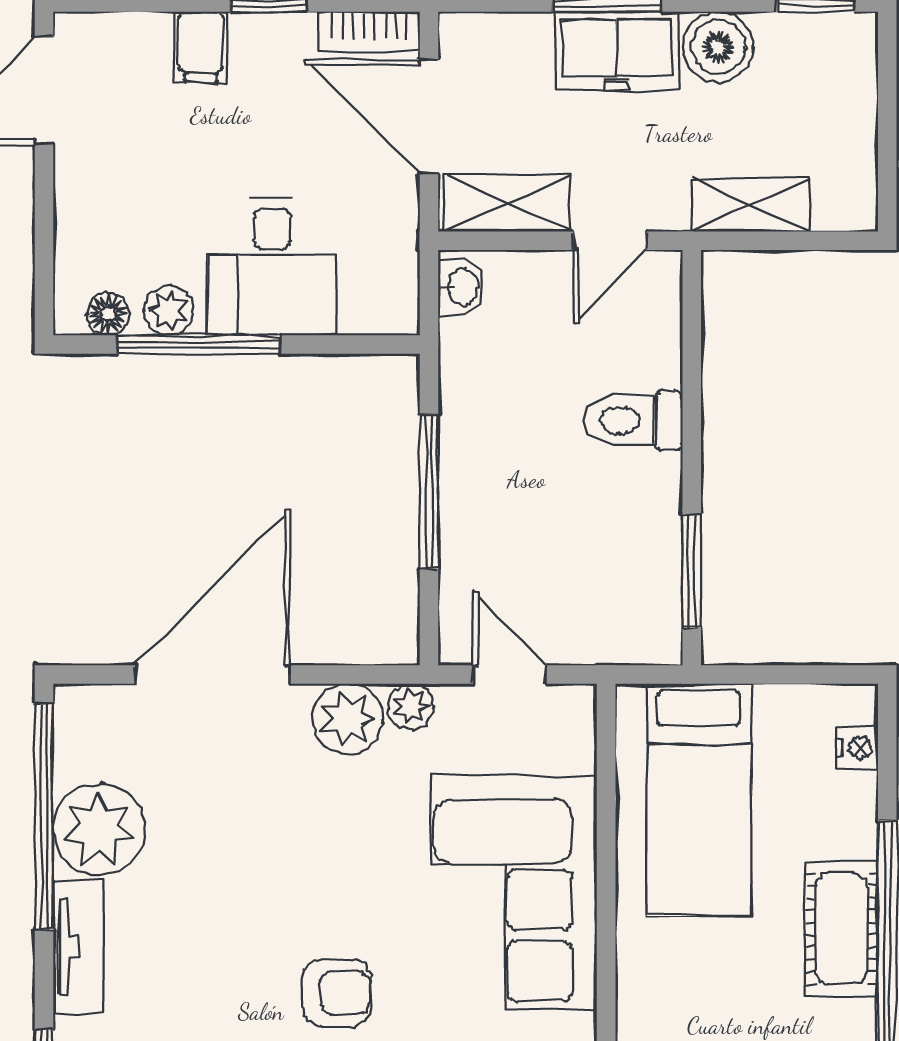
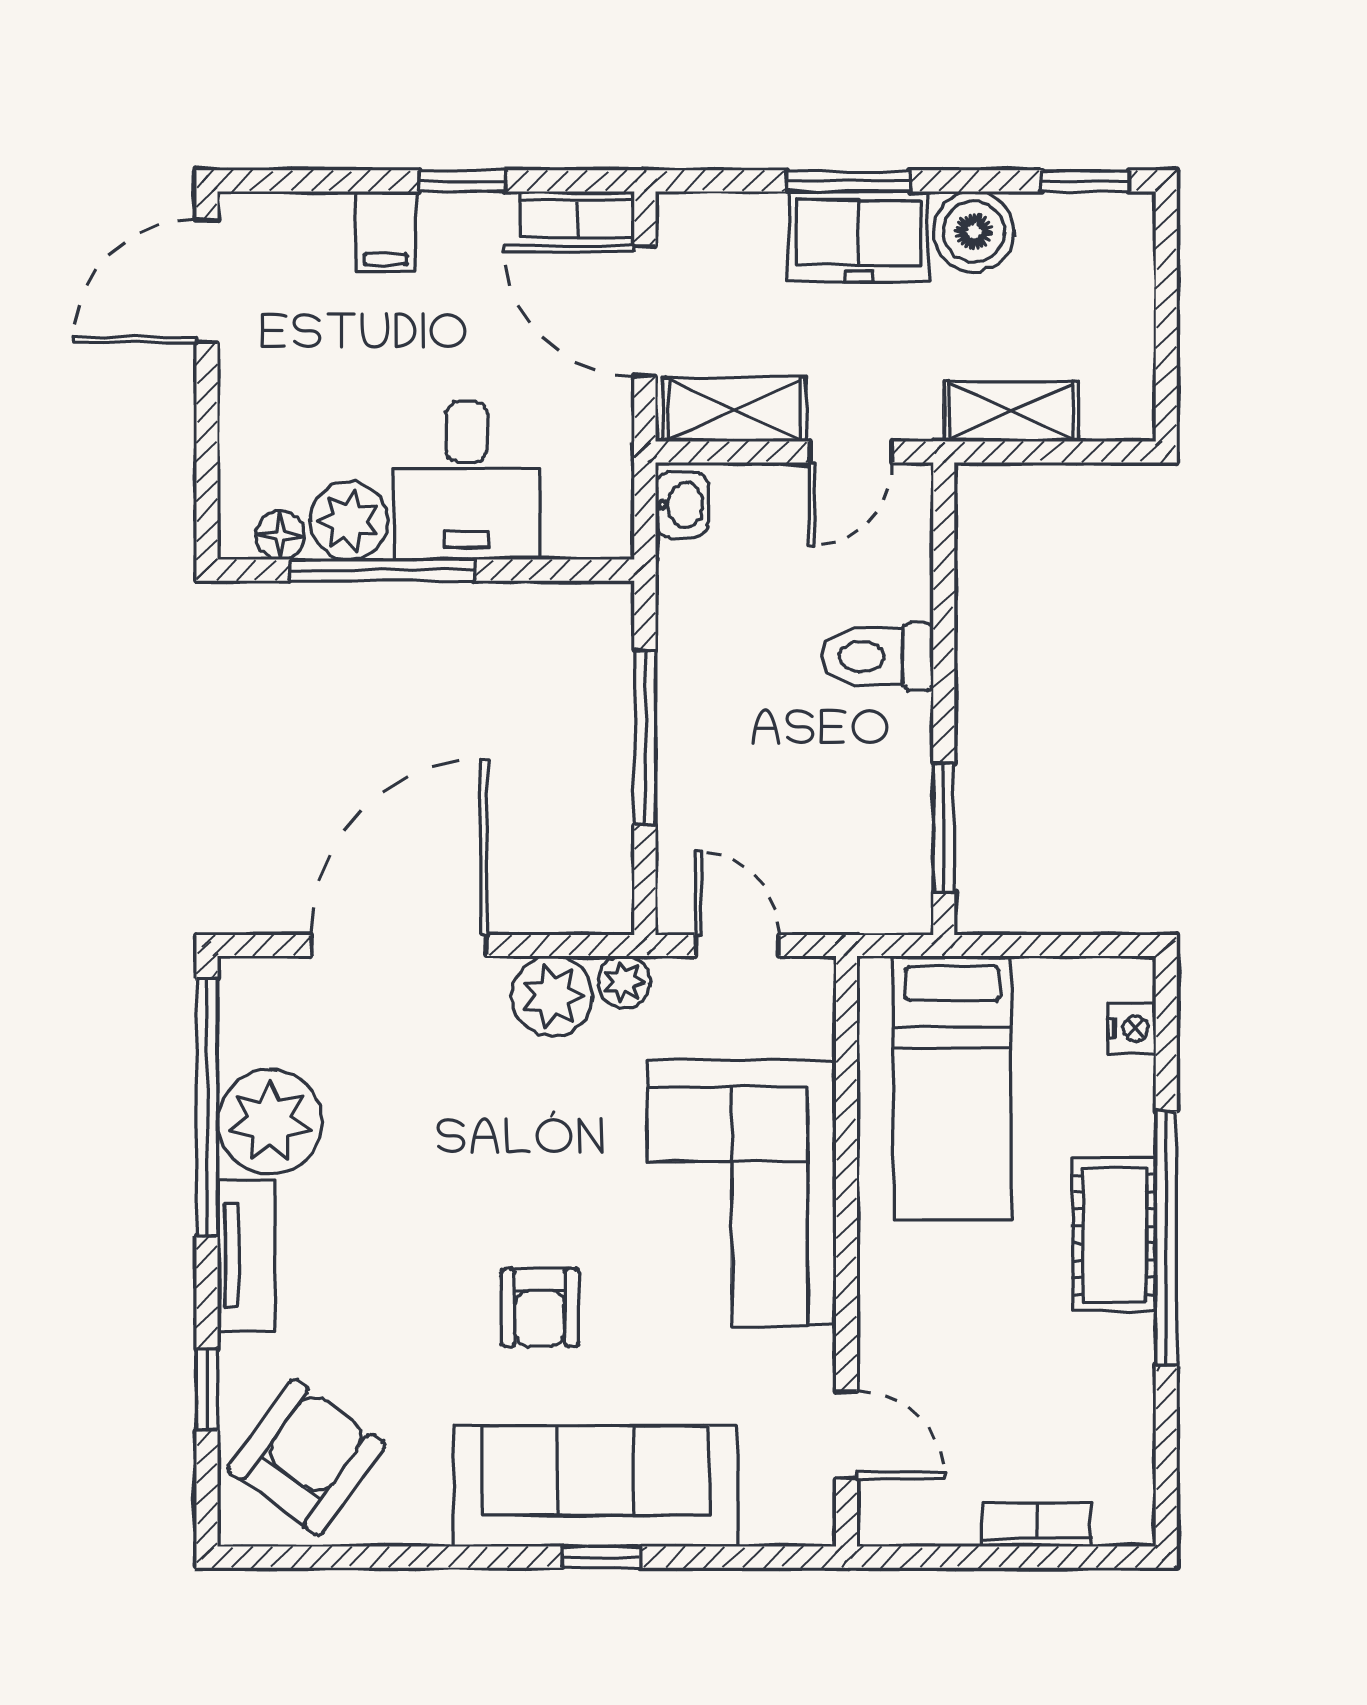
plant: (169, 311) -> (349, 521), width x1.38, depth x1.38
armchair: (336, 993) -> (540, 1308), turned 90

